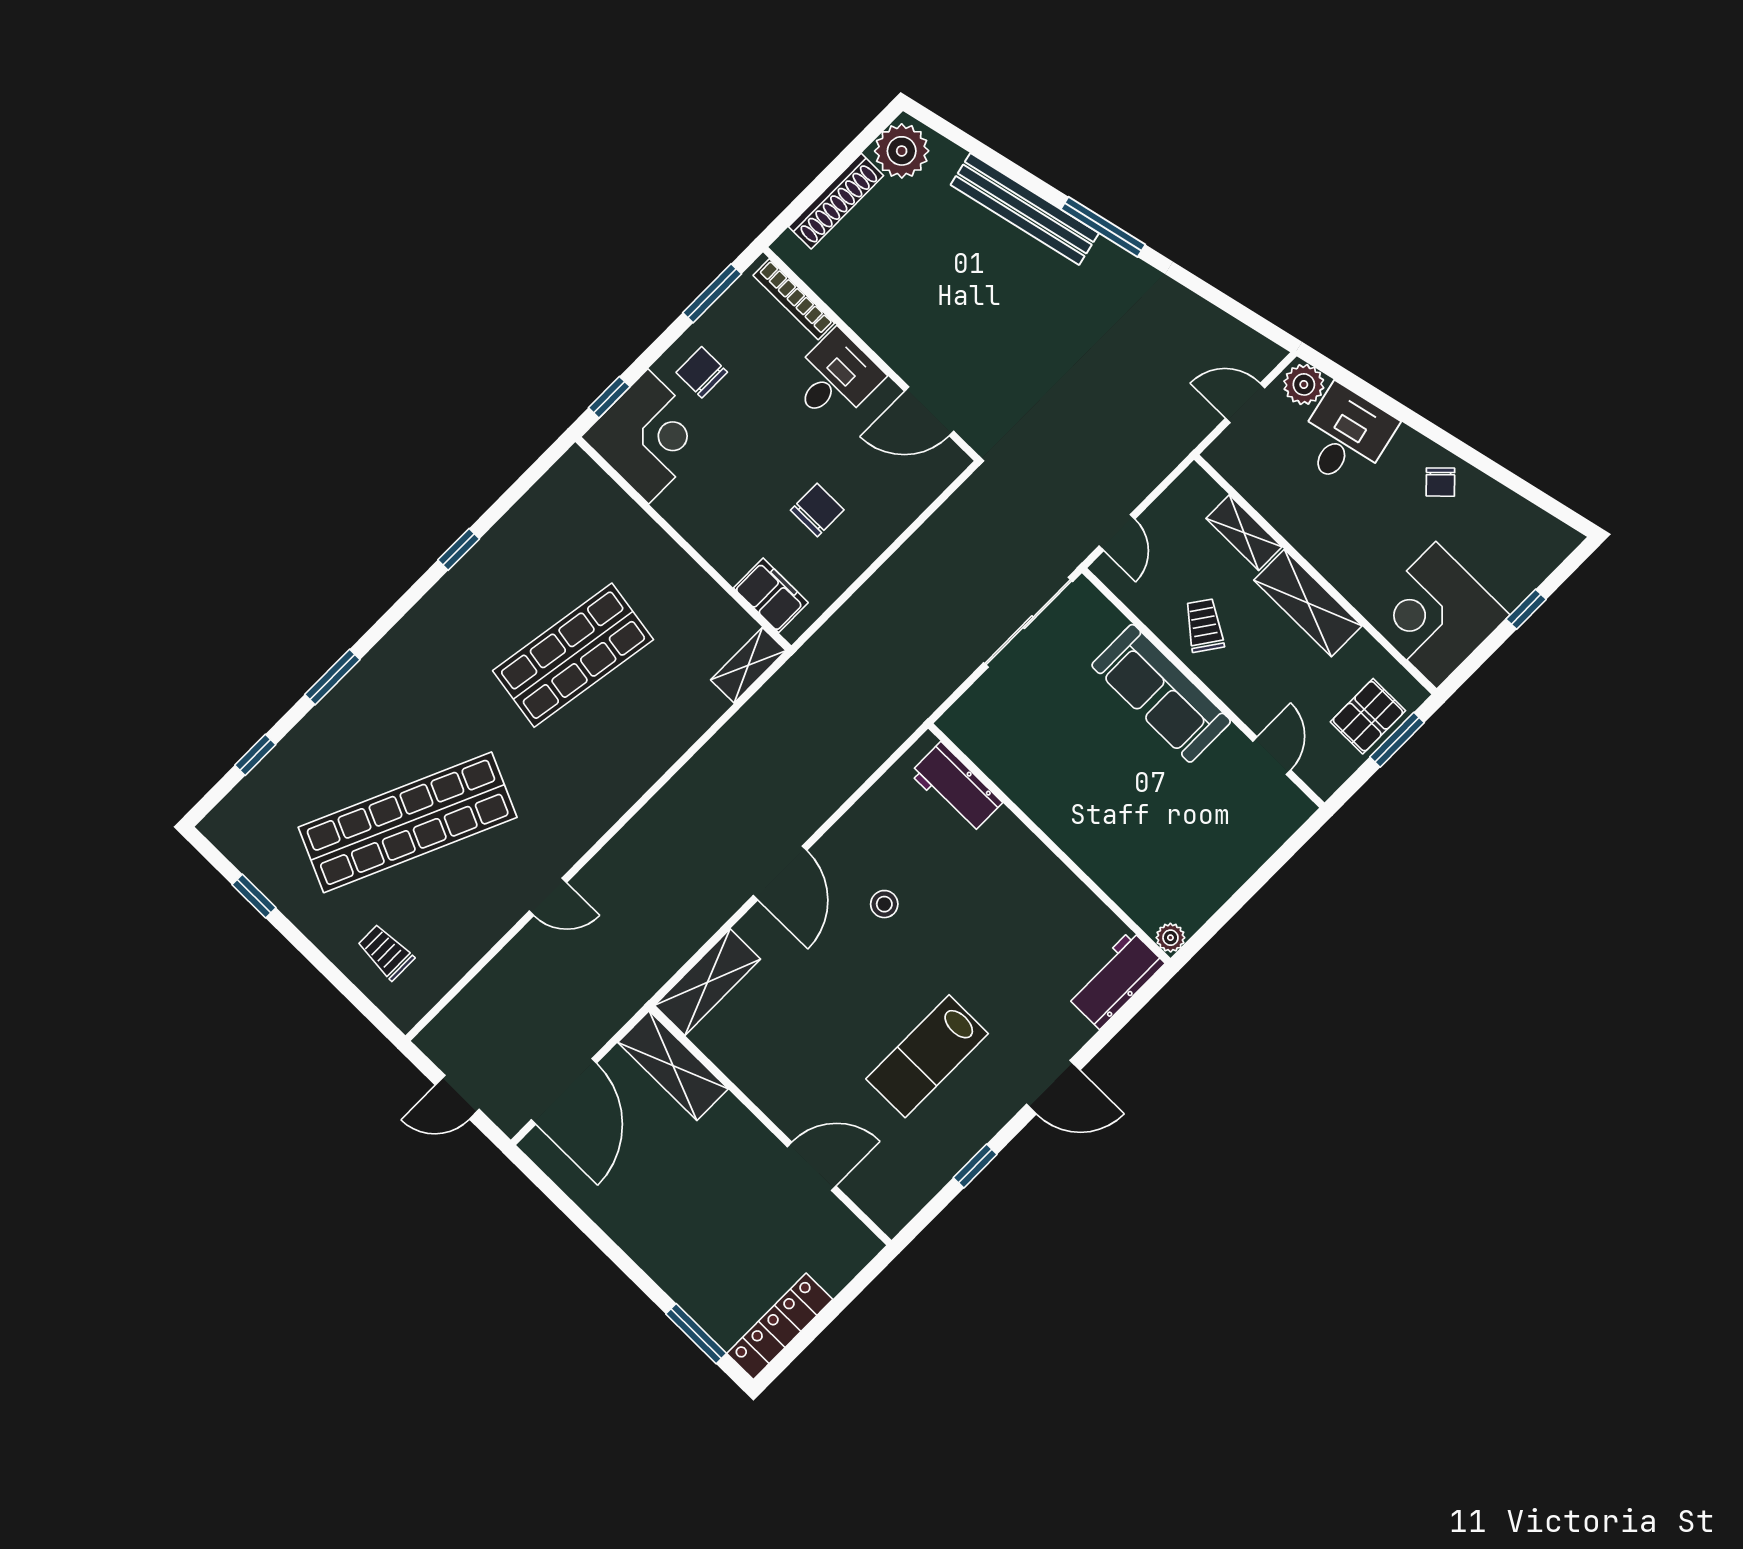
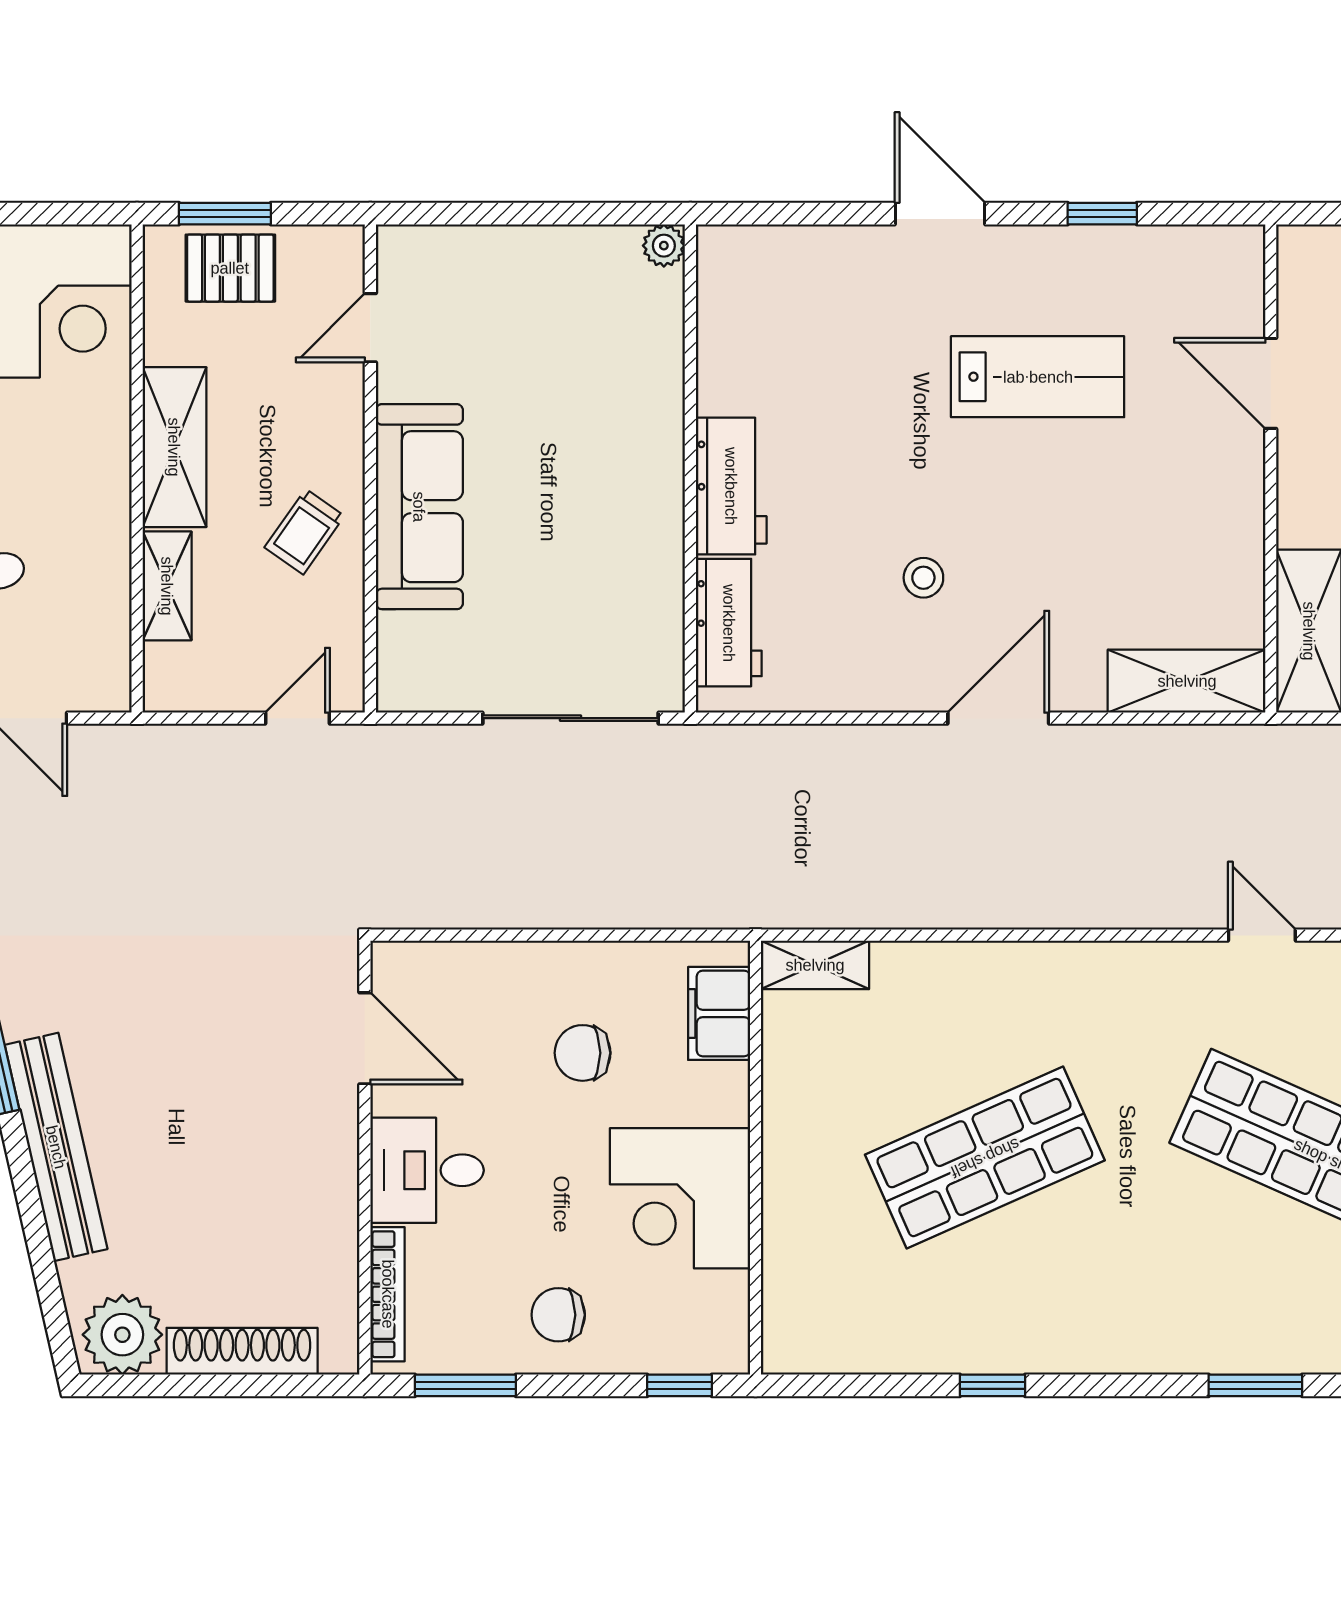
chair: (702, 372) -> (558, 1315), turned 90
corner desk: (648, 436) -> (680, 1198), moved, turned -90
sliding door: (1028, 622) -> (570, 718), moved
shop shelf: (573, 655) -> (985, 1158), turned -33
workbench: (1115, 980) -> (731, 486), moved, turned -90

